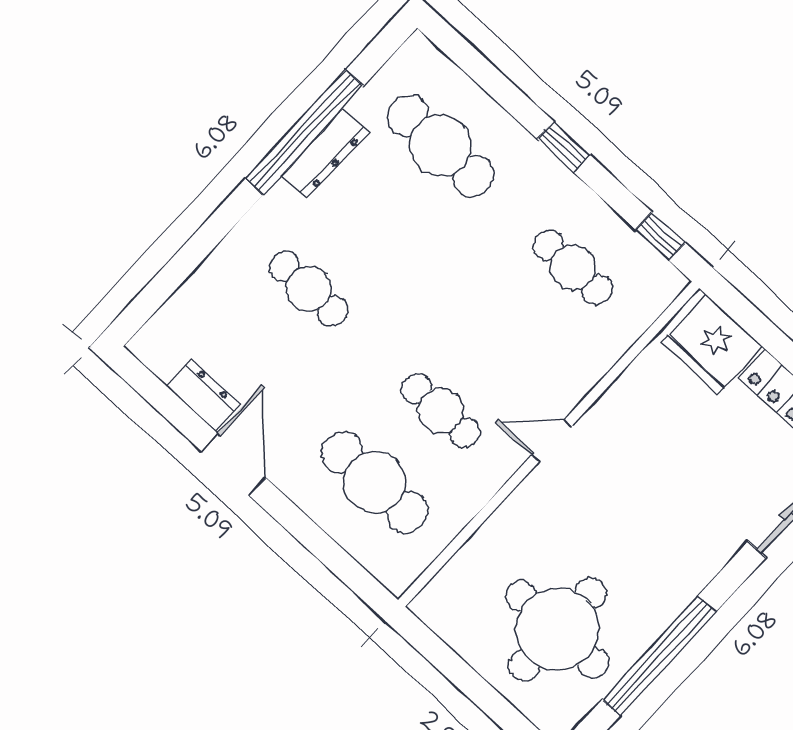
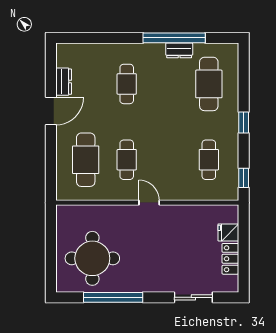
dresser: (325, 154) -> (179, 50), width x0.70
fridge: (712, 344) -> (228, 232), width x0.53, depth x0.75

